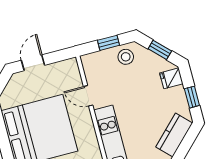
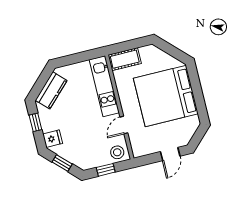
stool: (126, 57) -> (117, 152), moved
door: (88, 96) -> (124, 125), swing flipped

